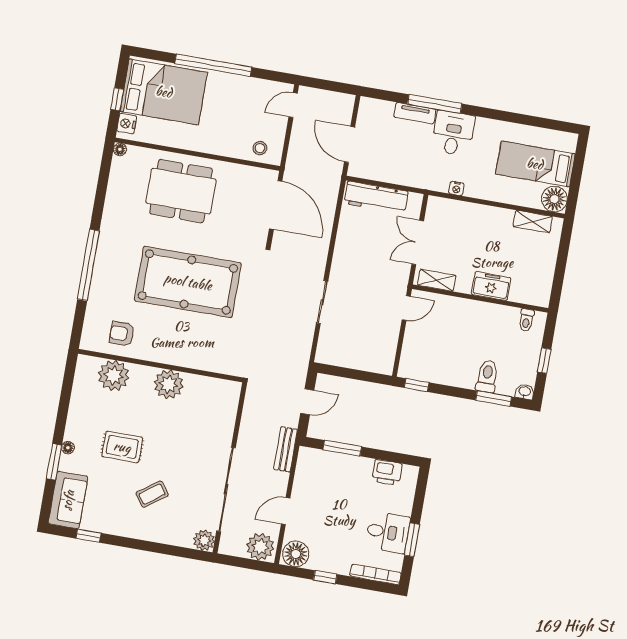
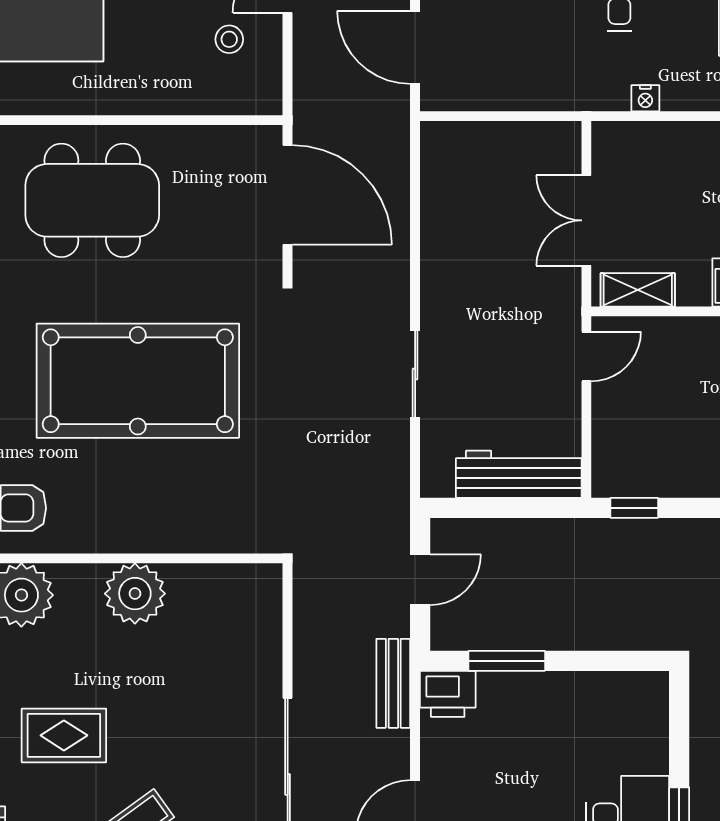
stool: (260, 148) -> (229, 39), moved
workbench: (376, 197) -> (519, 474), moved, turned 180
printer: (387, 472) -> (448, 694), moved

